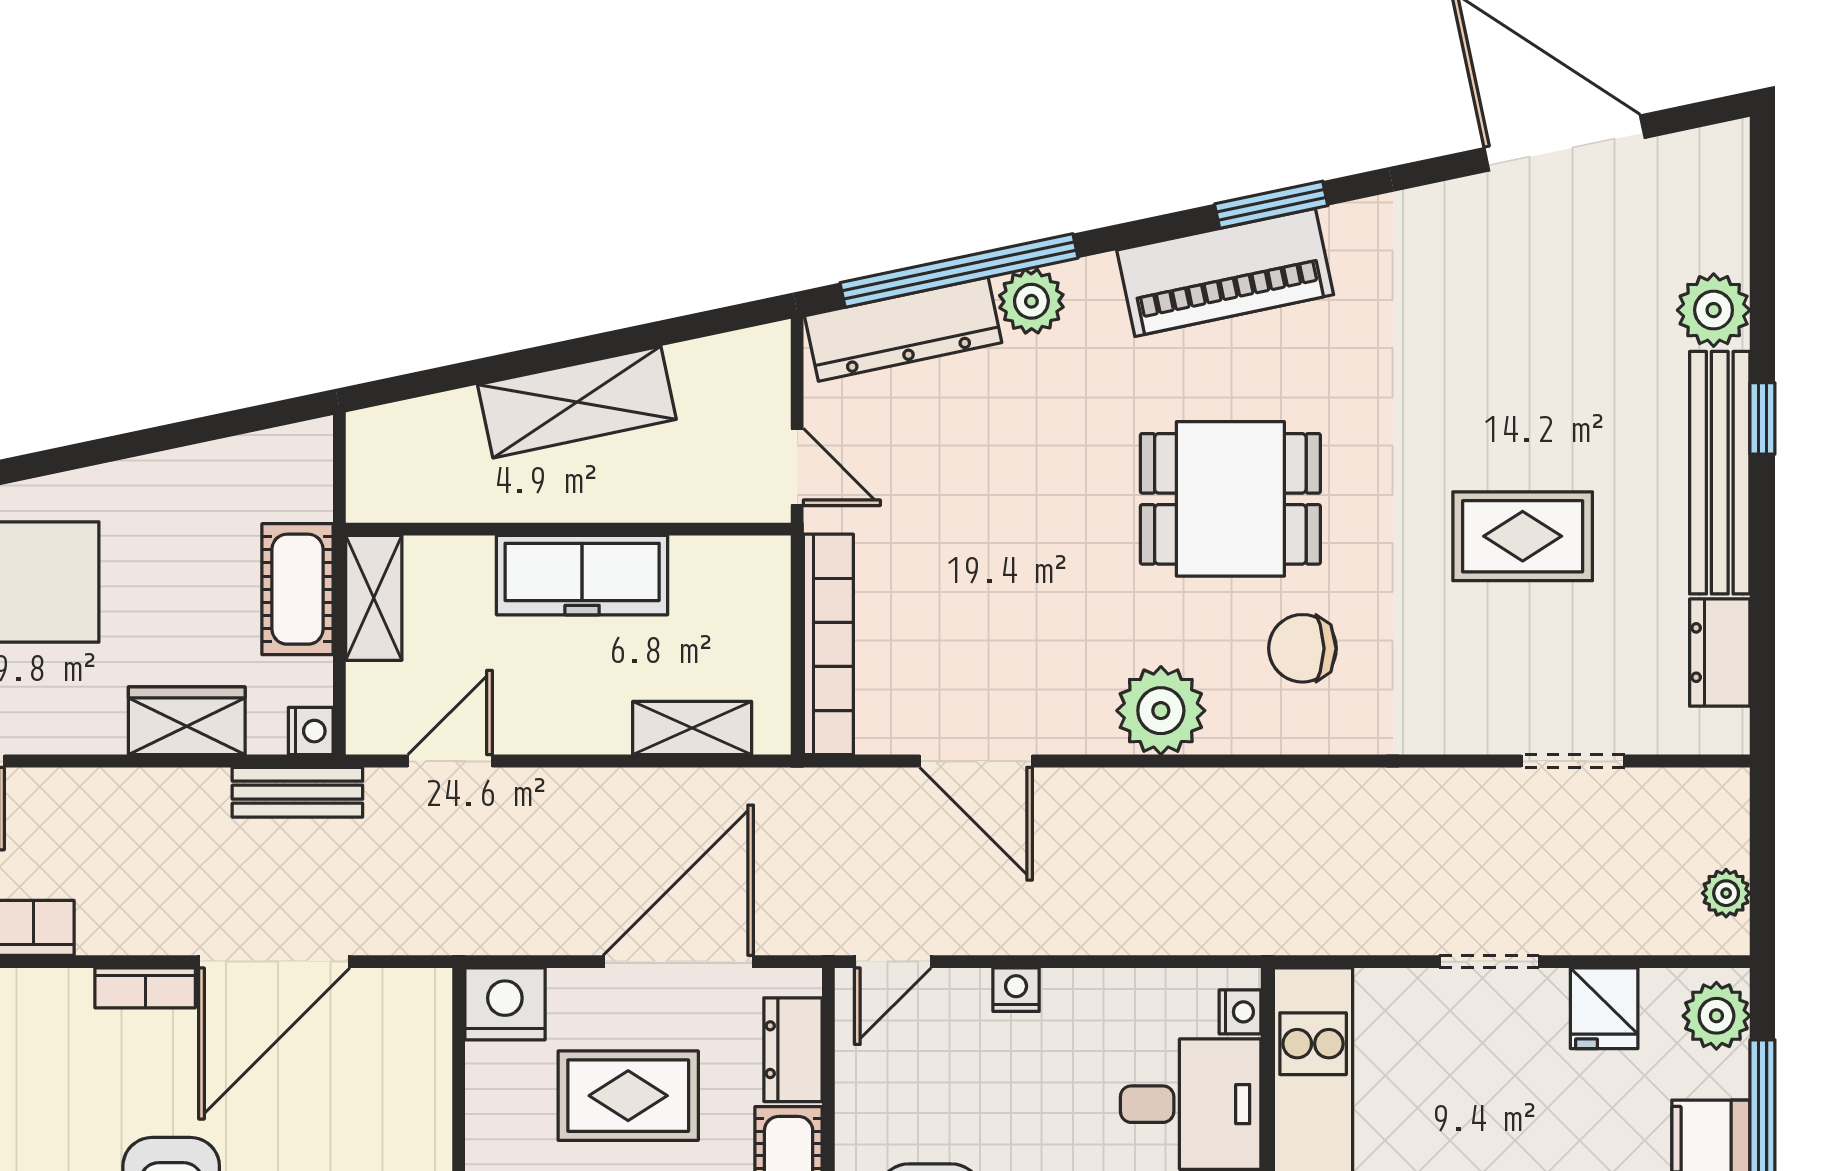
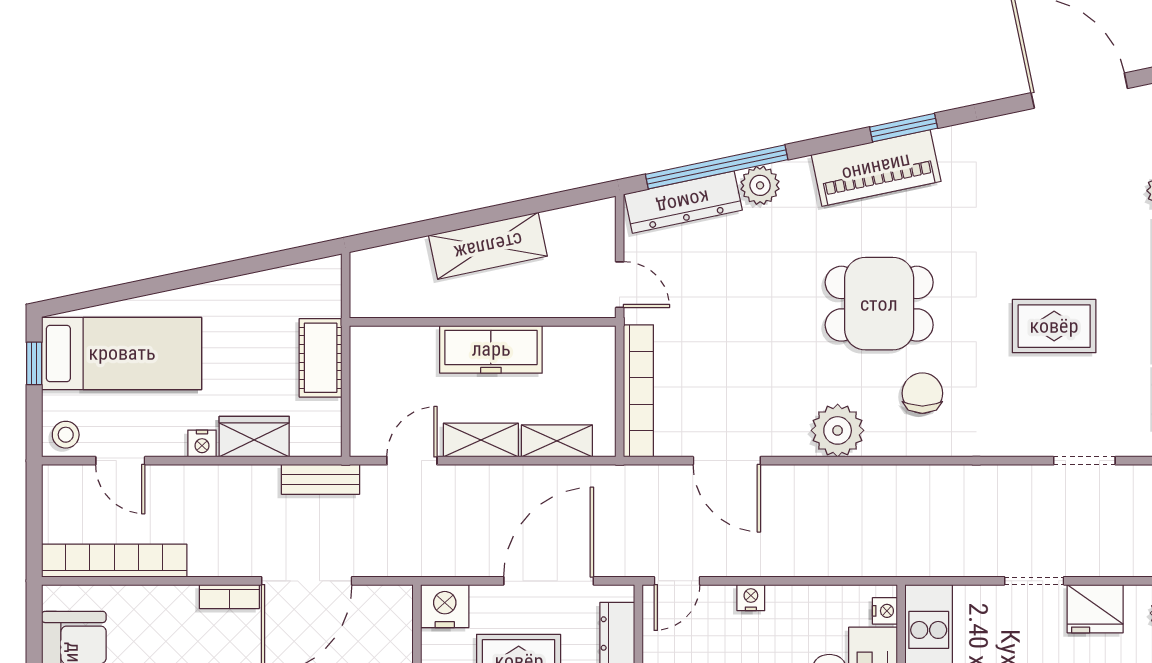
shelving: (374, 598) -> (481, 440), moved, turned 90
chair: (1302, 648) -> (922, 393), turned 90
nightstand: (311, 731) -> (202, 444), moved, turned 90
fridge: (1604, 1008) -> (1095, 609), width x1.38

